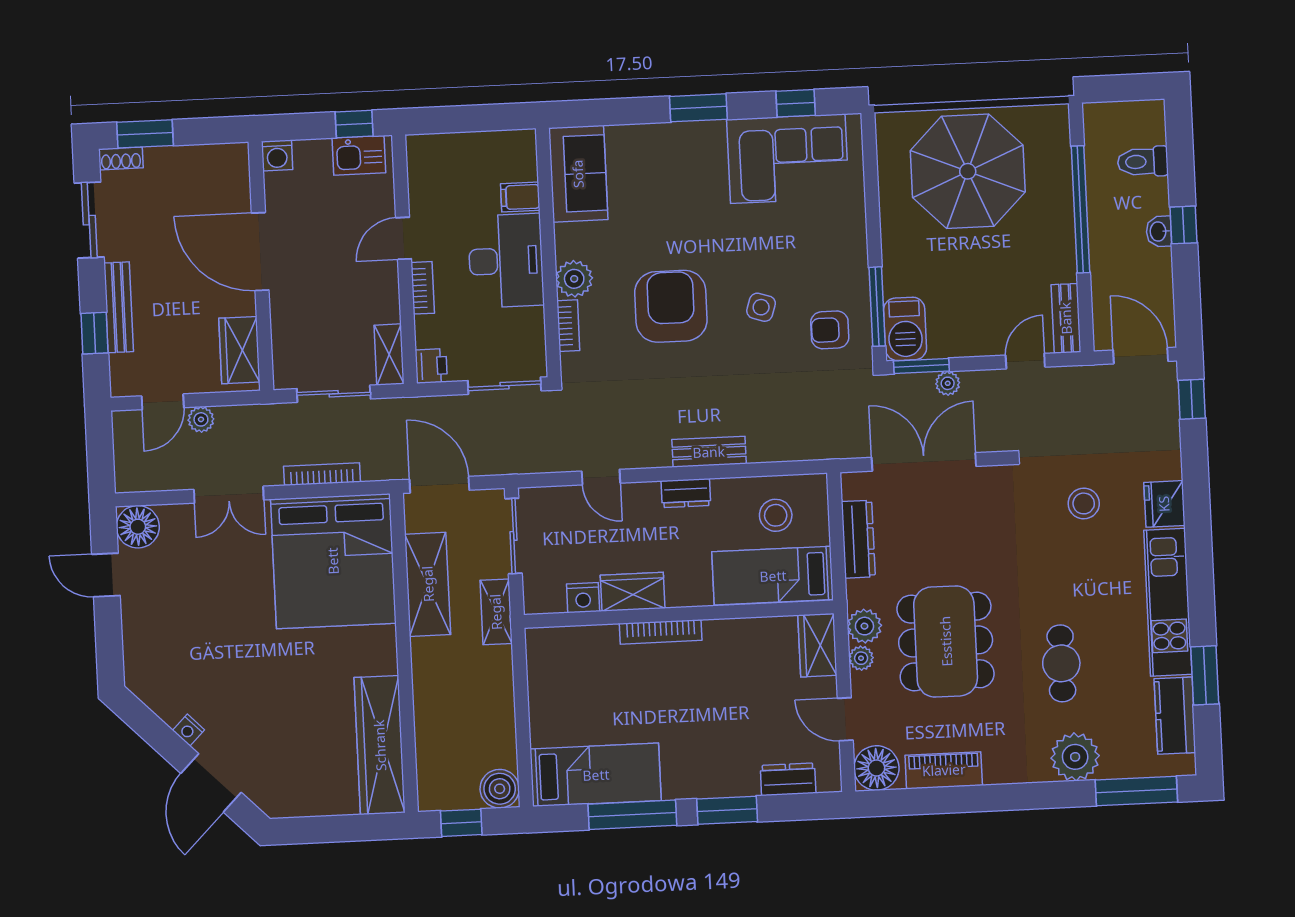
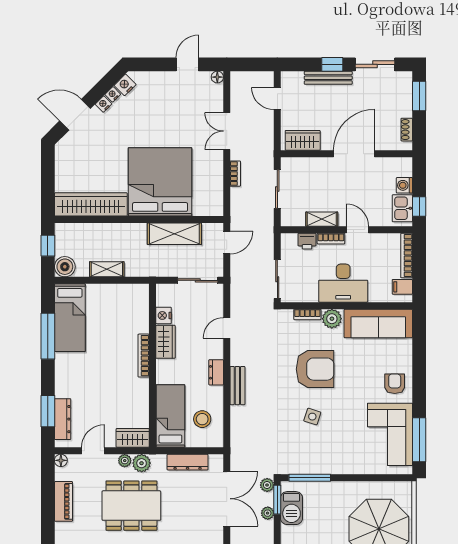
window: (796, 103) -> (419, 440), width x2.17
window: (698, 108) -> (419, 388), removed
bookcase: (448, 143) -> (407, 256), added
washing machine: (277, 155) -> (404, 185), moved
shoe rack: (121, 158) -> (407, 130), moved
sofa: (578, 174) -> (378, 323), width x1.36
filing cabinet: (520, 197) -> (402, 287), moved, turned -90
barbecue: (905, 329) -> (292, 508), moved, turned -90
armchair: (830, 330) -> (395, 384), moved
window: (95, 333) -> (332, 64), moved
shelving: (389, 355) -> (322, 219), moved
printer: (431, 366) -> (307, 241), moved
plant: (201, 419) -> (267, 485), moved
bookcase: (322, 474) -> (235, 174), width x0.64
door: (439, 485) -> (227, 243), width x0.73
floor lamp: (138, 527) -> (217, 77), width x0.53, depth x0.53
bed: (333, 561) -> (160, 182), moved, turned 90
shelving: (496, 612) -> (107, 269), moved
nightstand: (150, 691) -> (125, 85), added
nightstand: (169, 714) -> (113, 94), added
floor lamp: (876, 768) -> (61, 460), width x0.53, depth x0.53
dresser: (788, 779) -> (63, 419), width x1.44
window: (727, 810) -> (48, 411), moved

